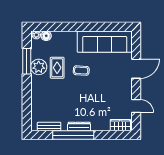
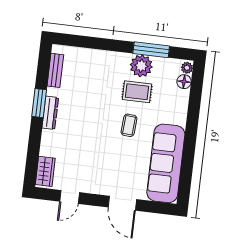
window: (73, 135) -> (39, 103), width x0.47

